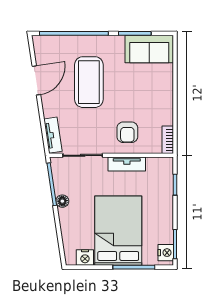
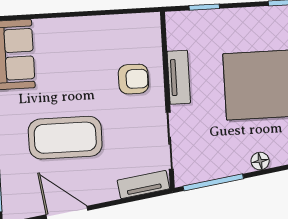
bookcase: (168, 140) -> (141, 21), removed
floor lamp: (62, 201) -> (260, 161), moved

